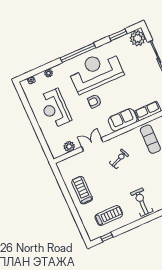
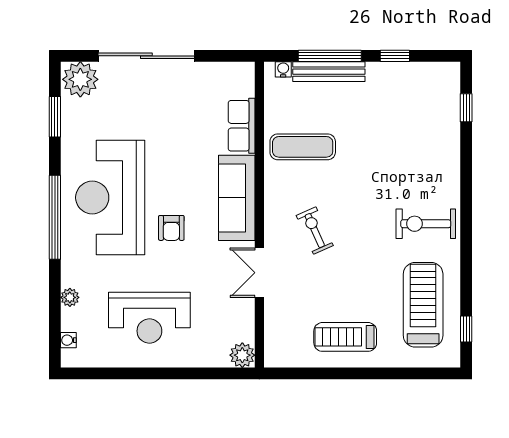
sofa: (123, 120) -> (237, 198), width x1.36
plant: (69, 147) -> (242, 355), moved
treadmill: (109, 216) -> (423, 305), width x1.37, depth x1.38

